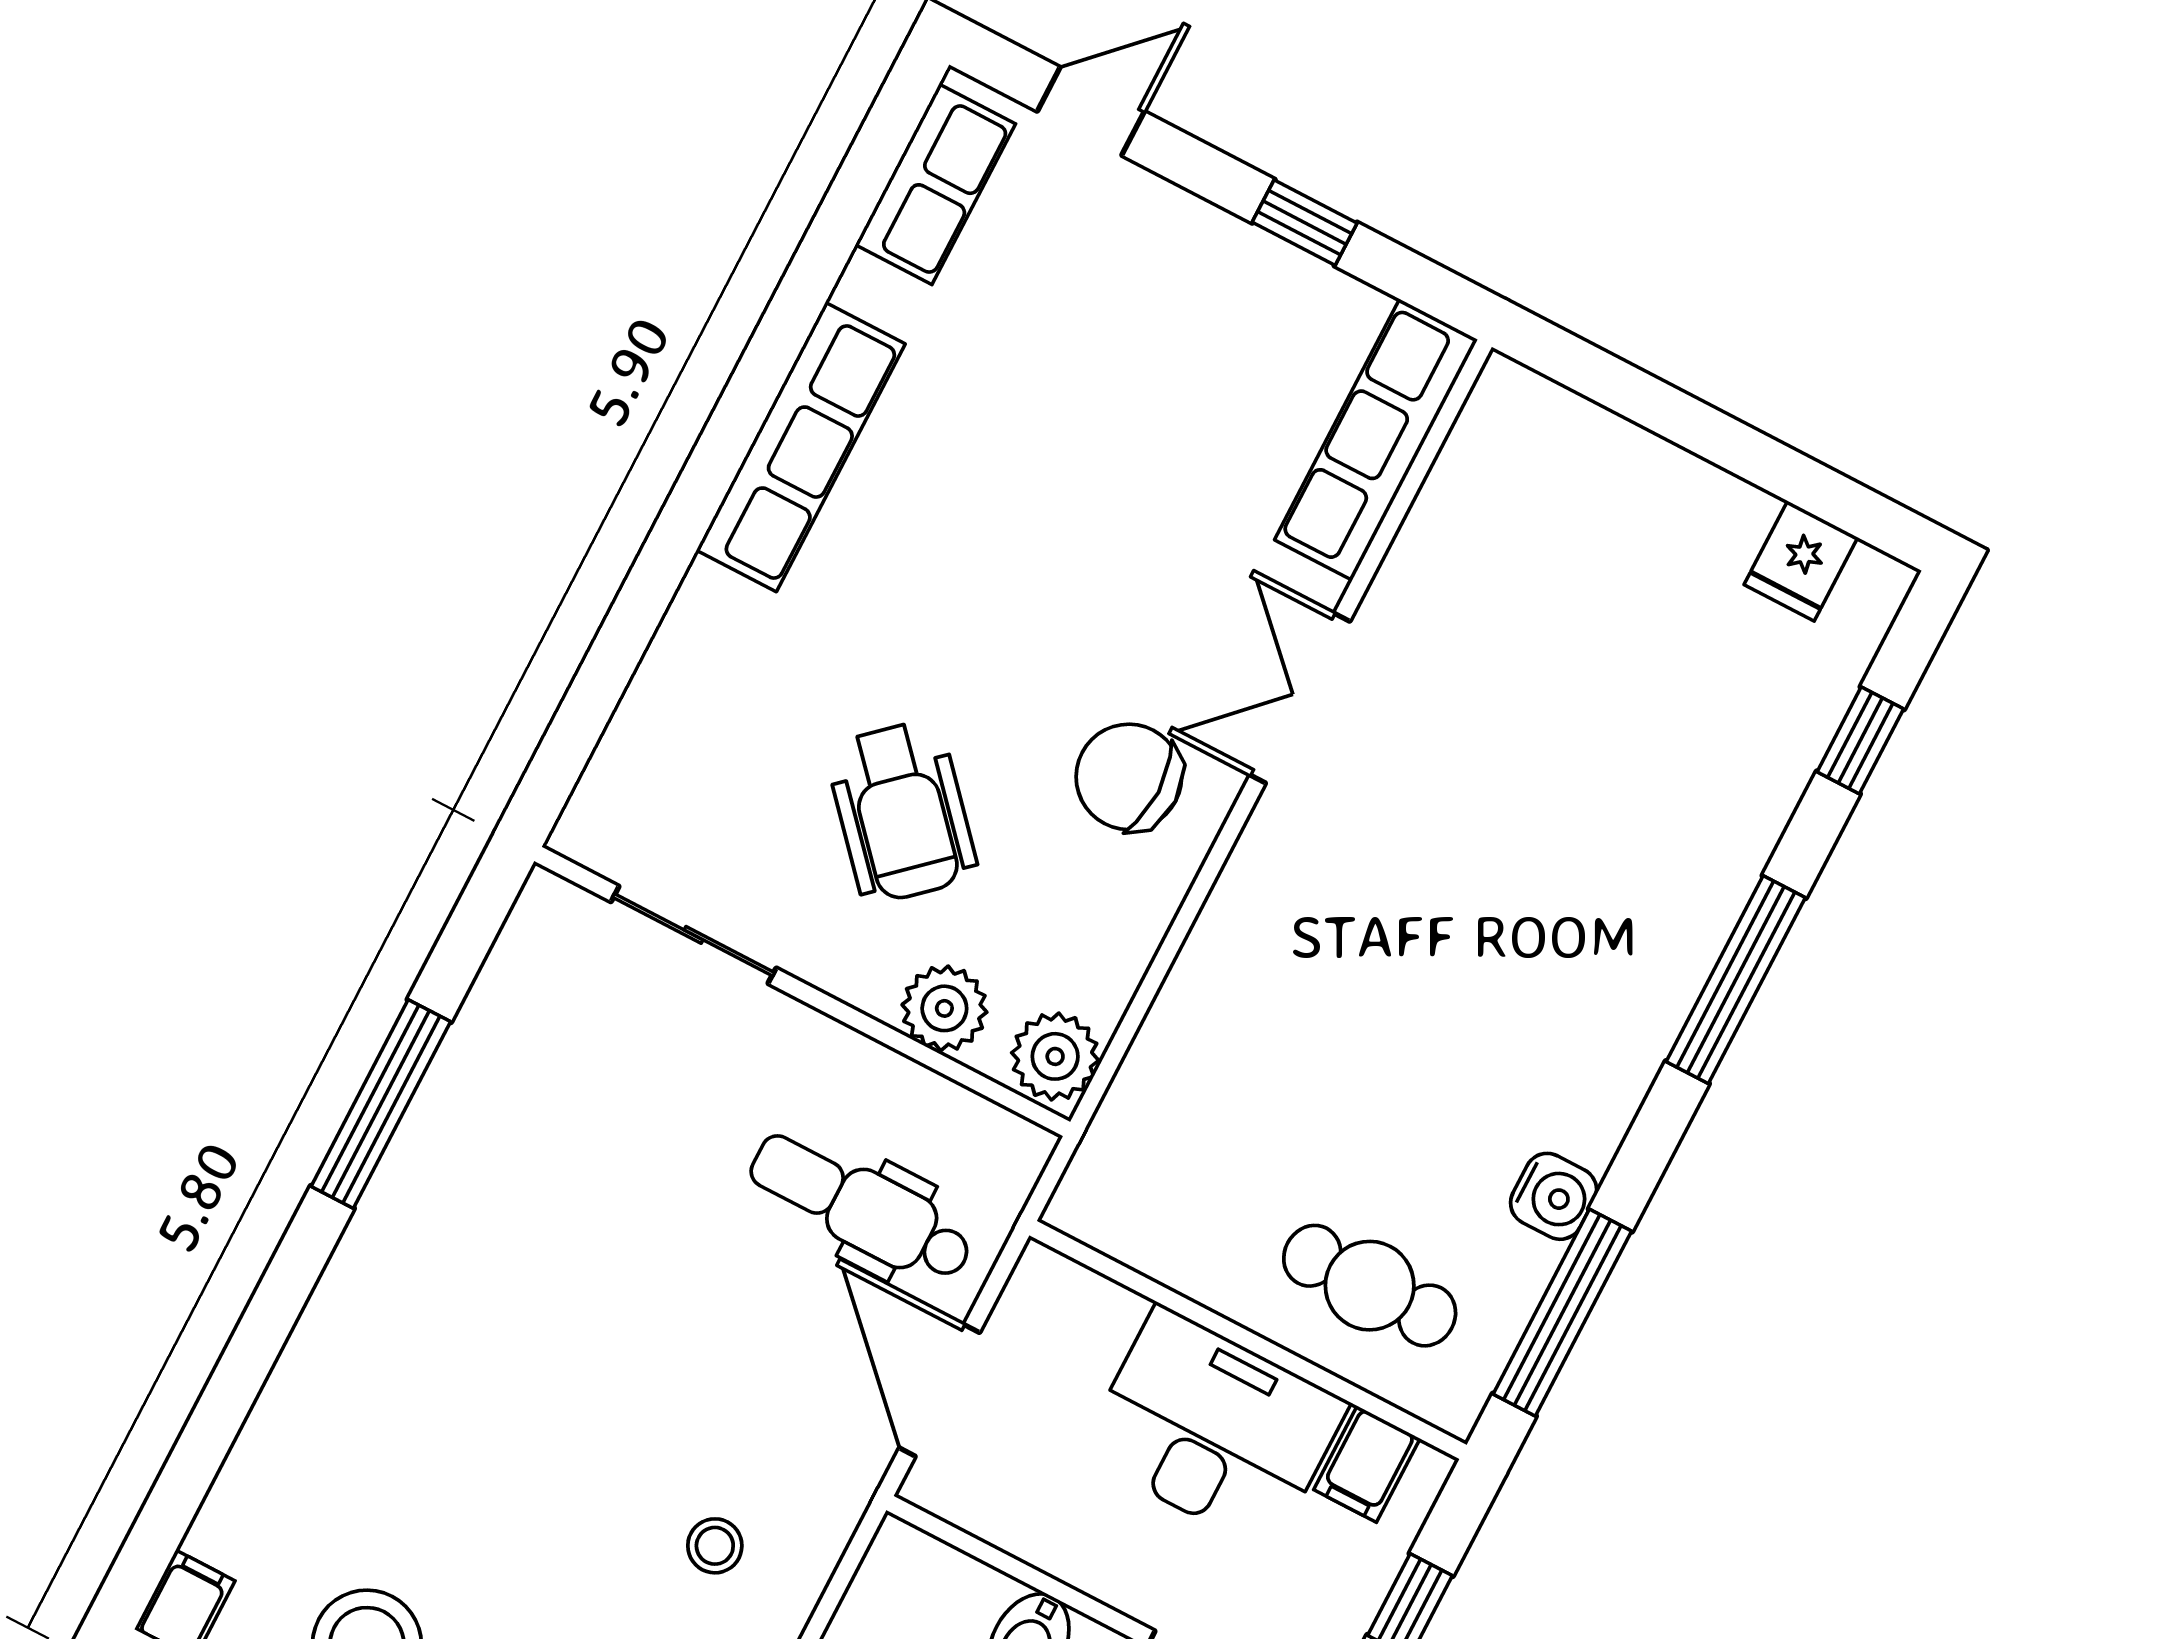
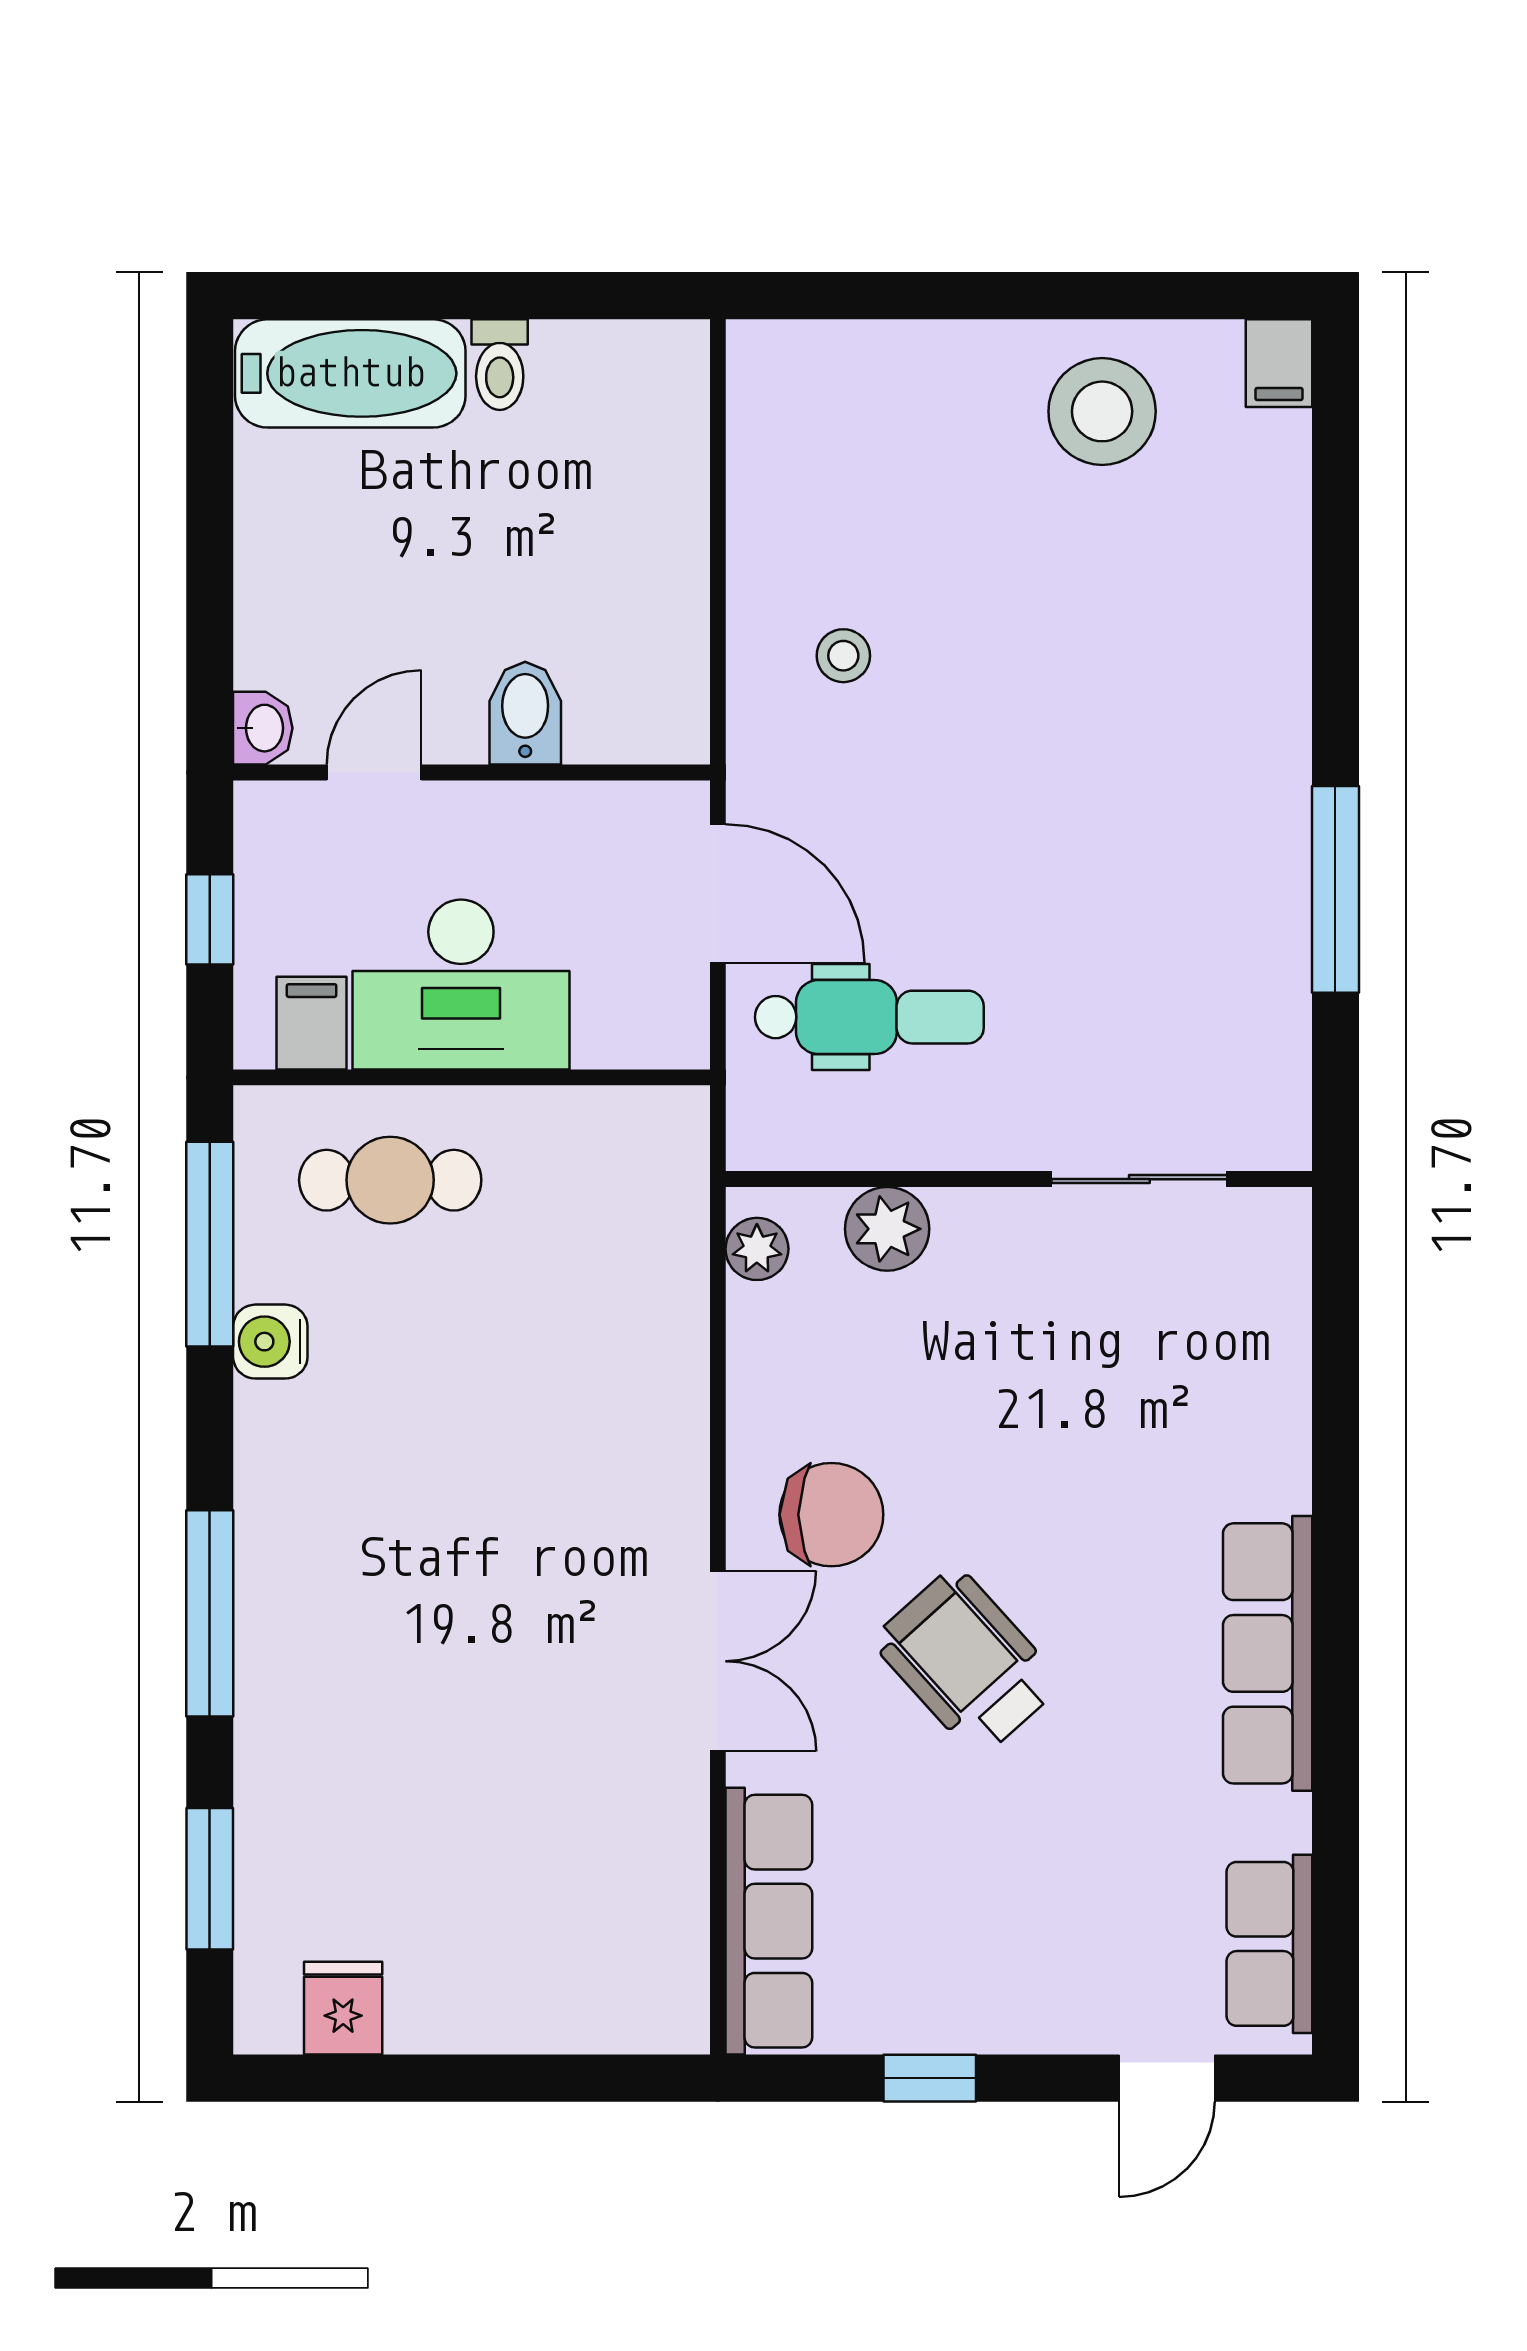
window: (1860, 740) -> (210, 1879), width x1.50
wheelchair: (902, 812) -> (967, 1662), moved
plant: (1055, 1056) -> (757, 1249), width x0.73, depth x0.73

